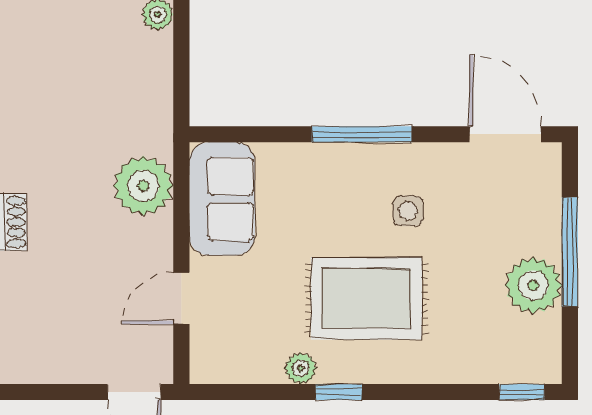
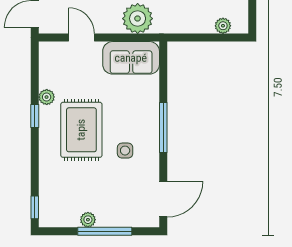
plant: (533, 285) -> (88, 220), width x0.53, depth x0.53

